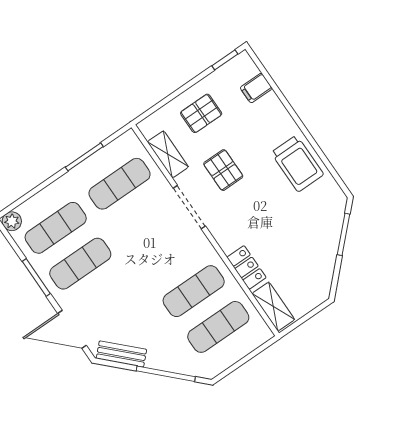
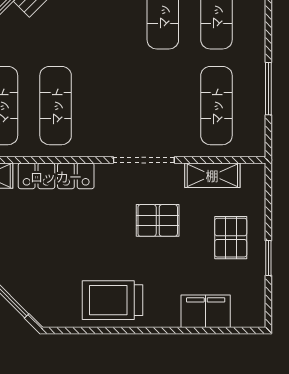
window: (225, 60) -> (268, 258), moved
filing cabinet: (256, 88) -> (206, 311), width x2.00
locker: (247, 267) -> (56, 176), width x1.53

